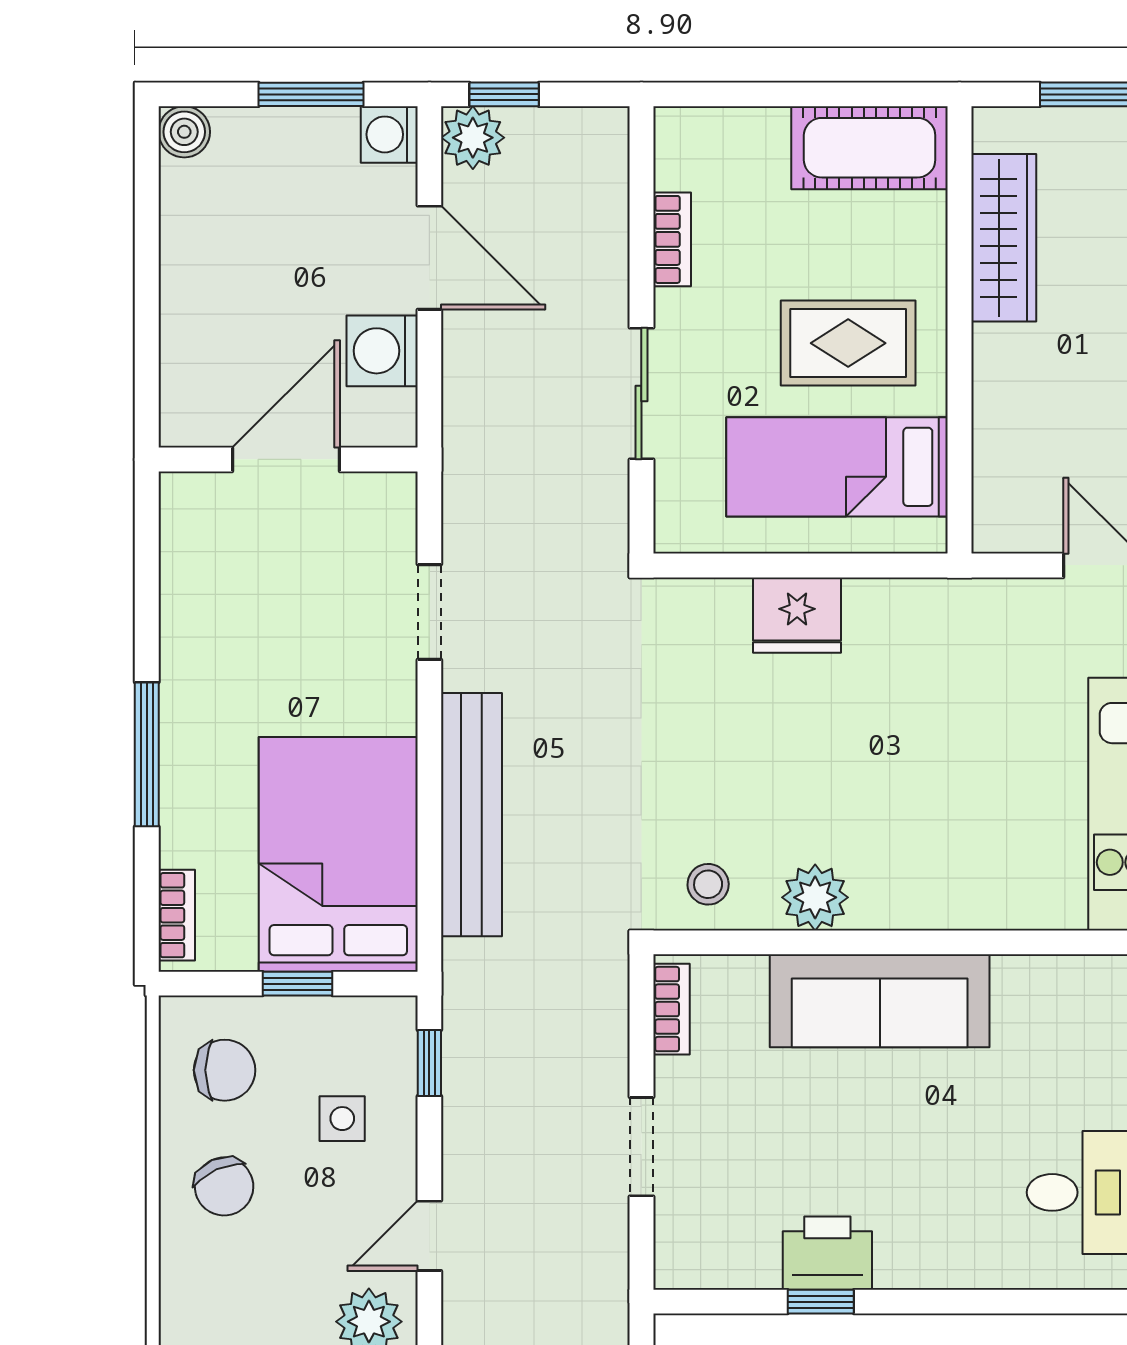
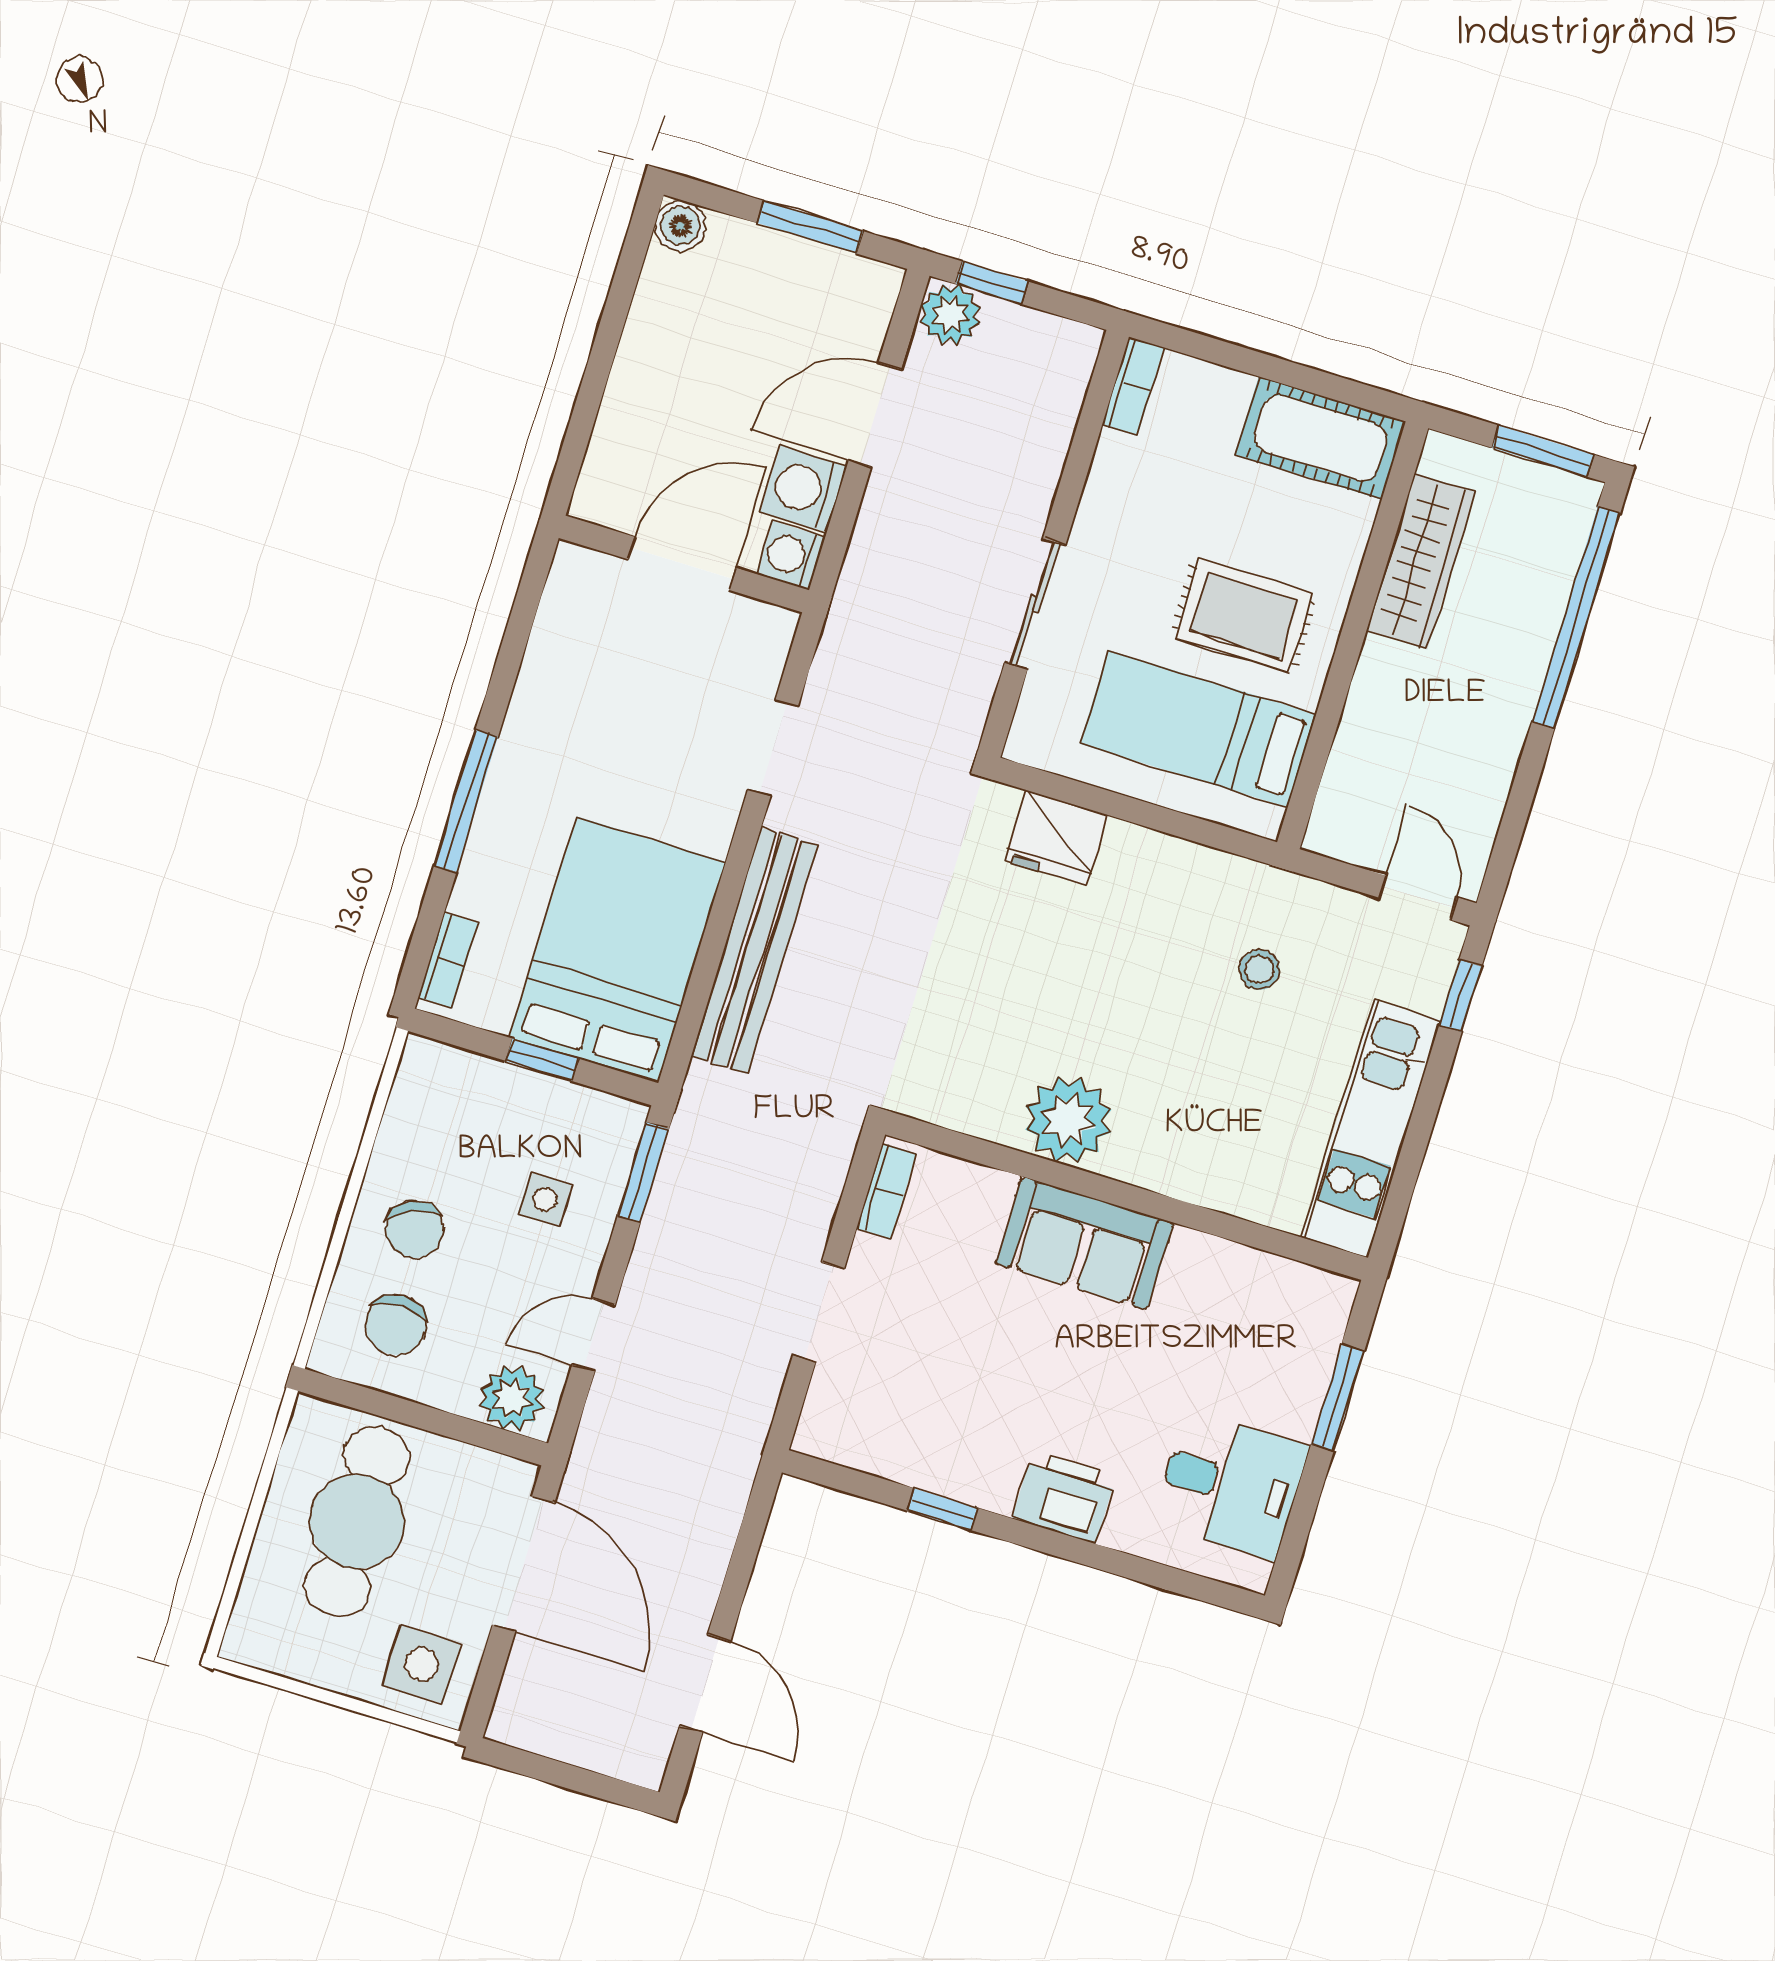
washing machine: (389, 134) -> (791, 555), moved
bookcase: (672, 239) -> (1133, 386), moved
door: (429, 258) -> (875, 415), swing flipped
fridge: (797, 615) -> (1056, 838), moved
stool: (708, 884) -> (1259, 970), moved
plant: (815, 897) -> (1068, 1120), width x1.36, depth x1.36
sofa: (880, 1001) -> (1085, 1243), width x0.73
window: (429, 1063) -> (643, 1172), width x1.50
chair: (225, 1070) -> (396, 1325), moved, turned 90
printer: (827, 1253) -> (1064, 1497), moved

